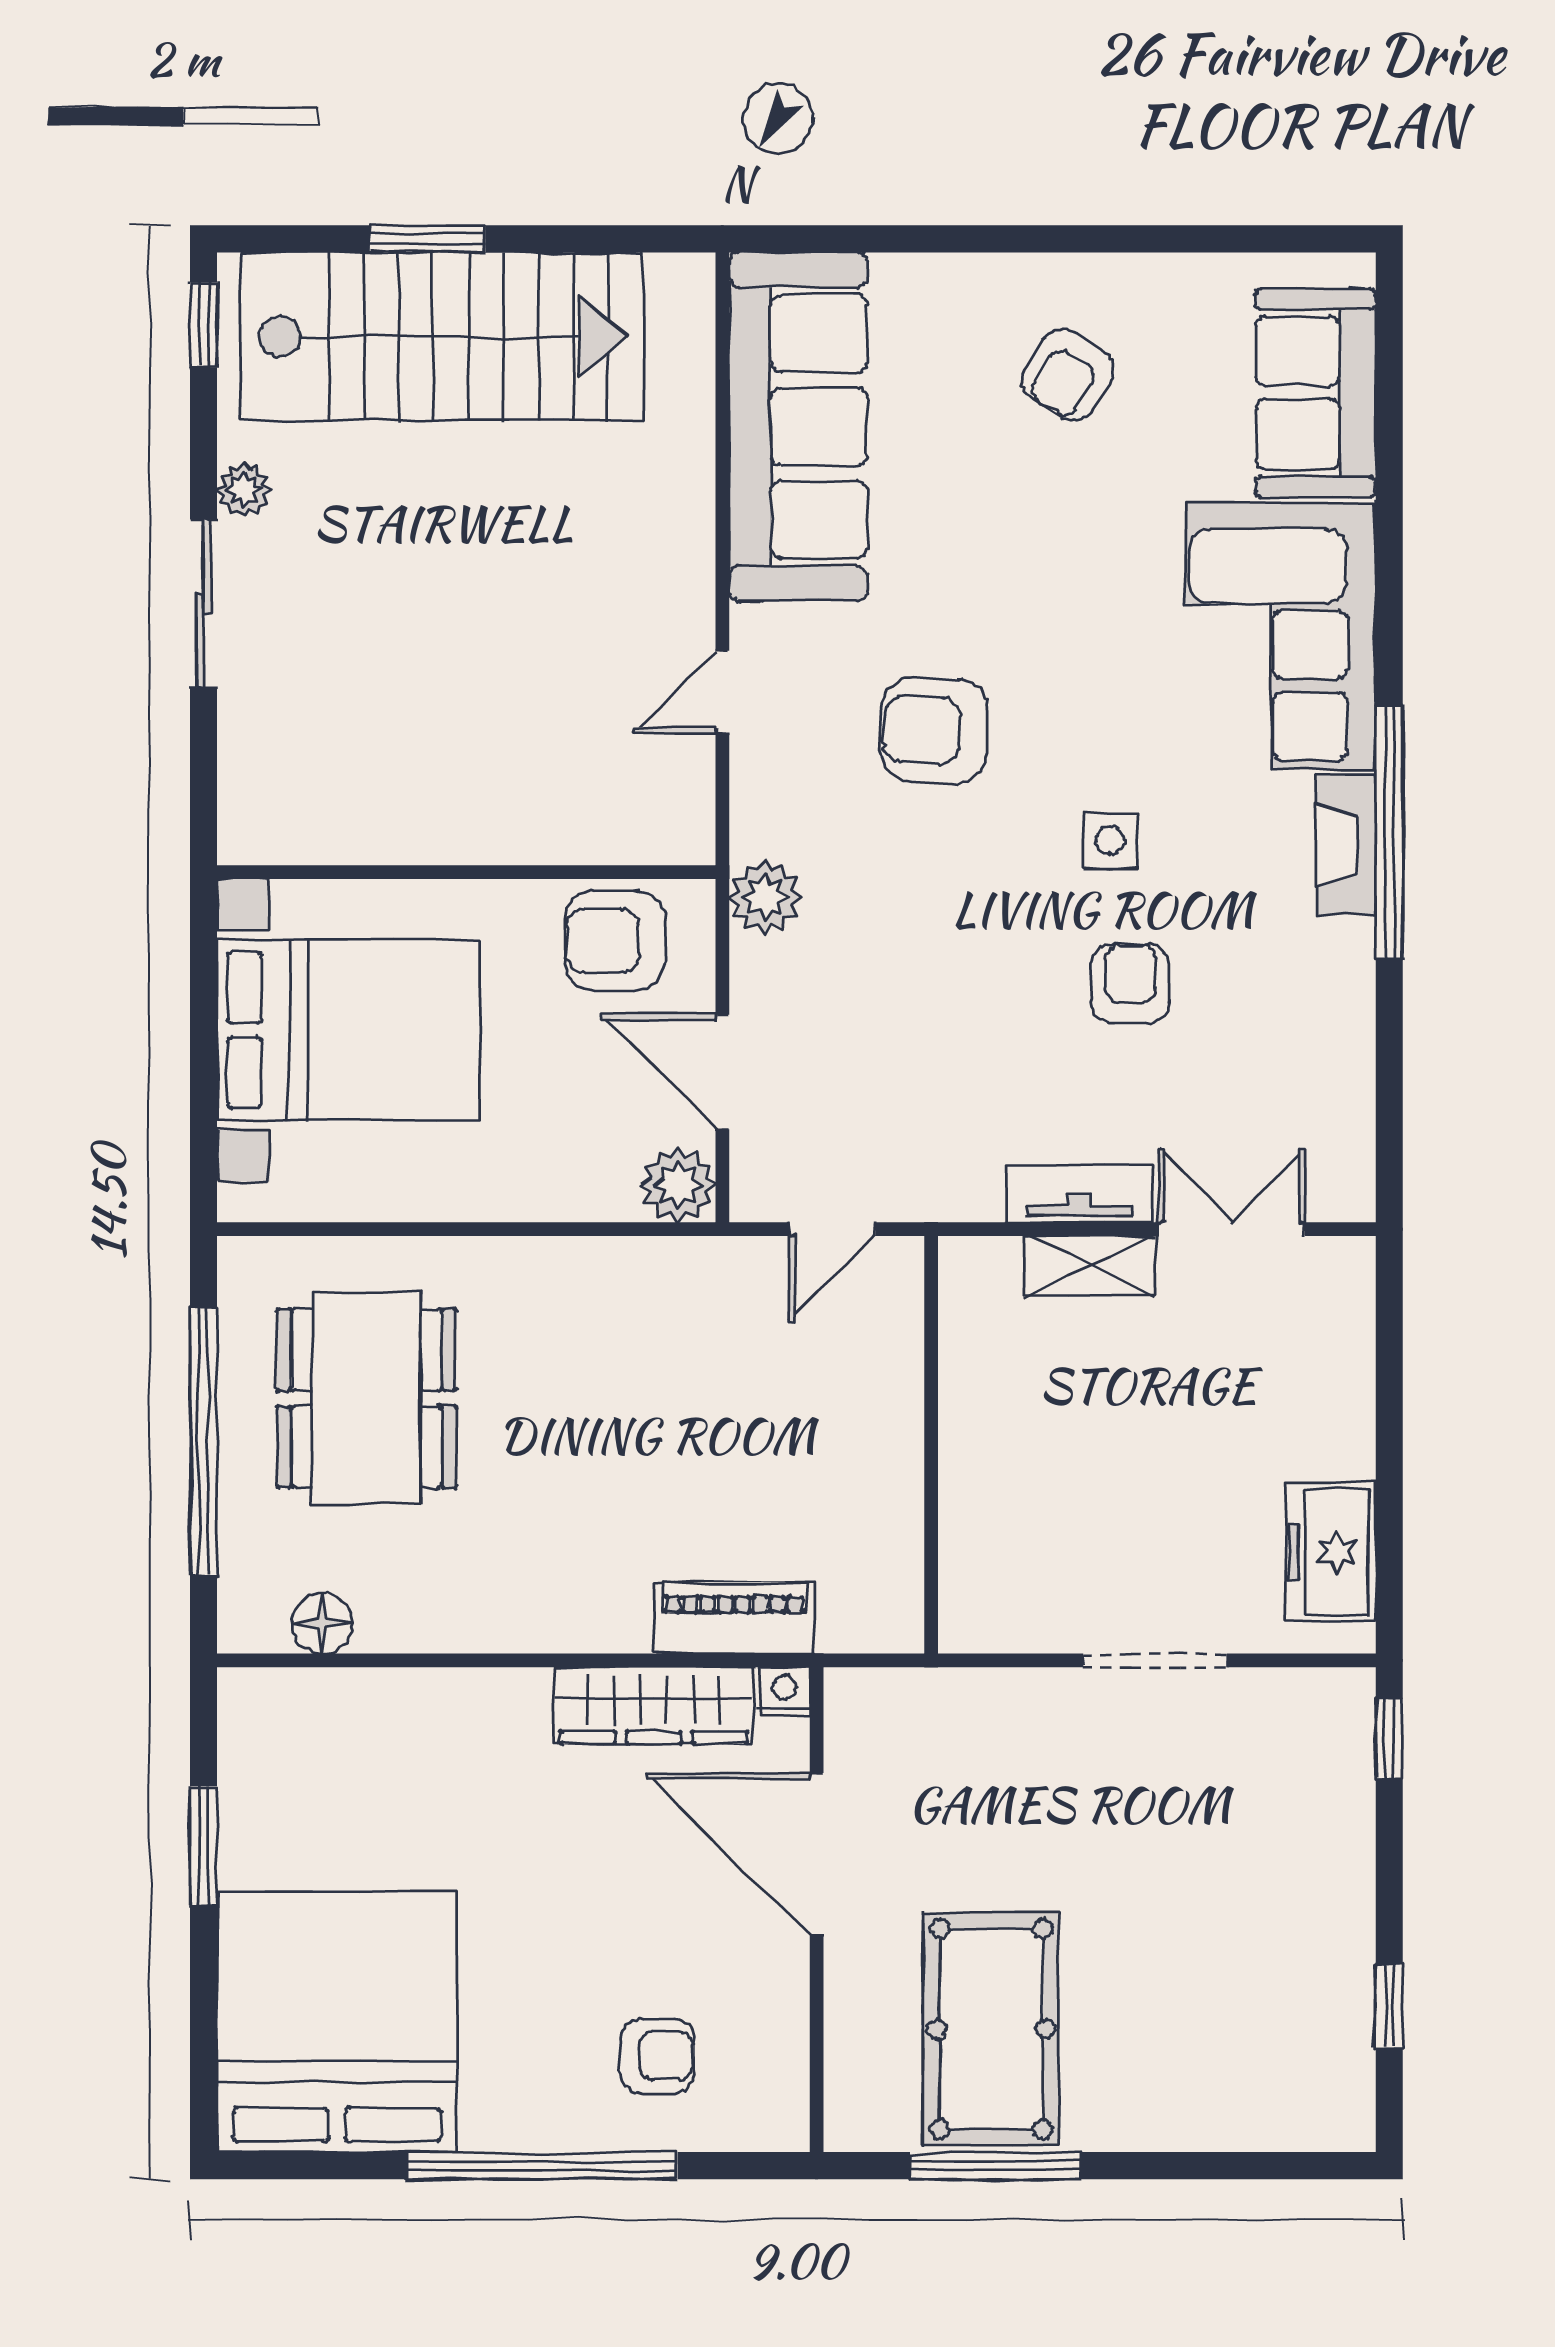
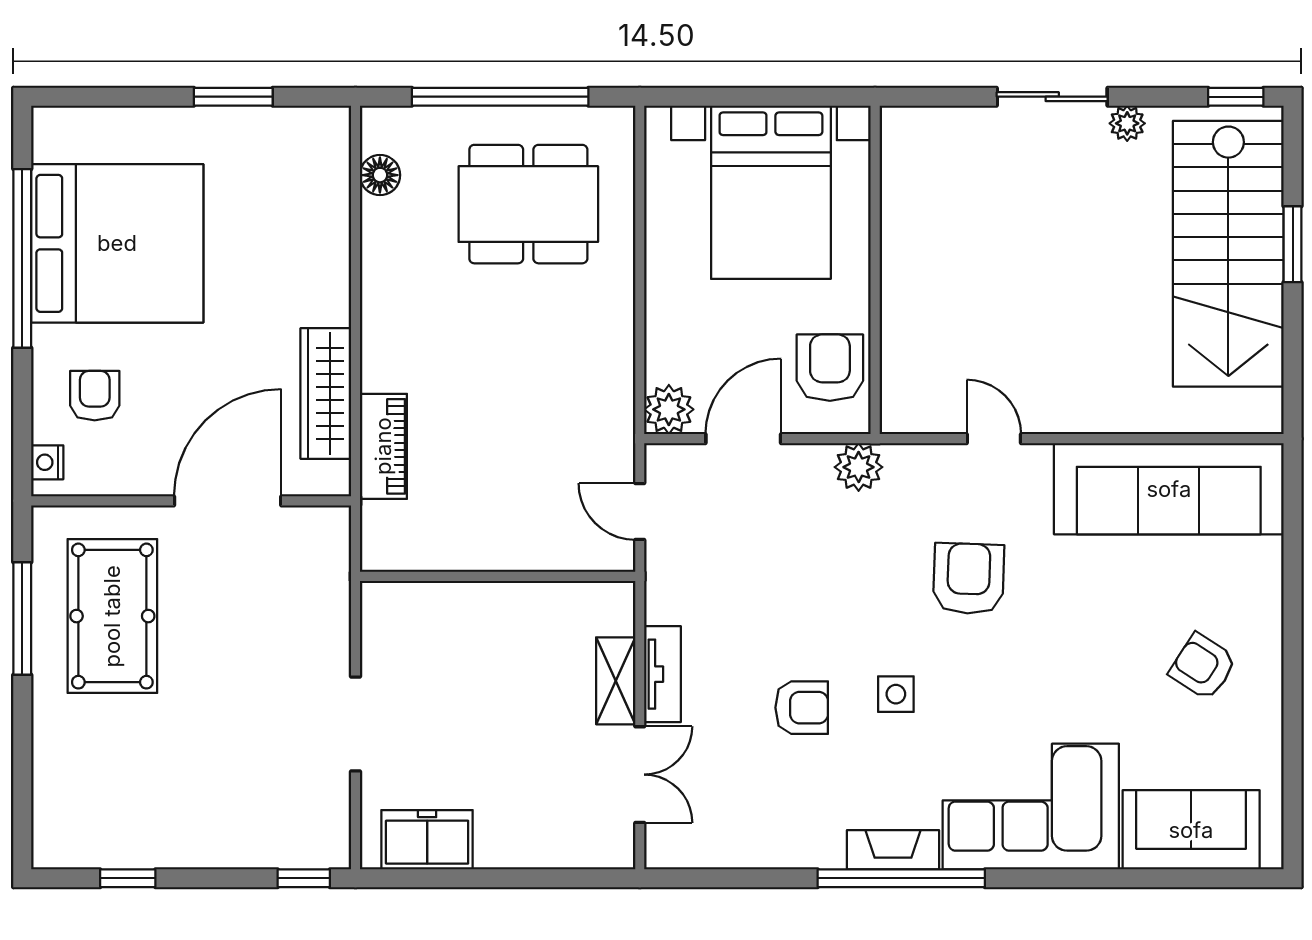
nightstand: (784, 1691) -> (47, 462), moved, turned 180
bed: (337, 2022) -> (117, 243), moved
pool table: (991, 2029) -> (112, 616), turned 90
armchair: (657, 2056) -> (95, 396), turned 180
window: (542, 2166) -> (22, 258), moved

